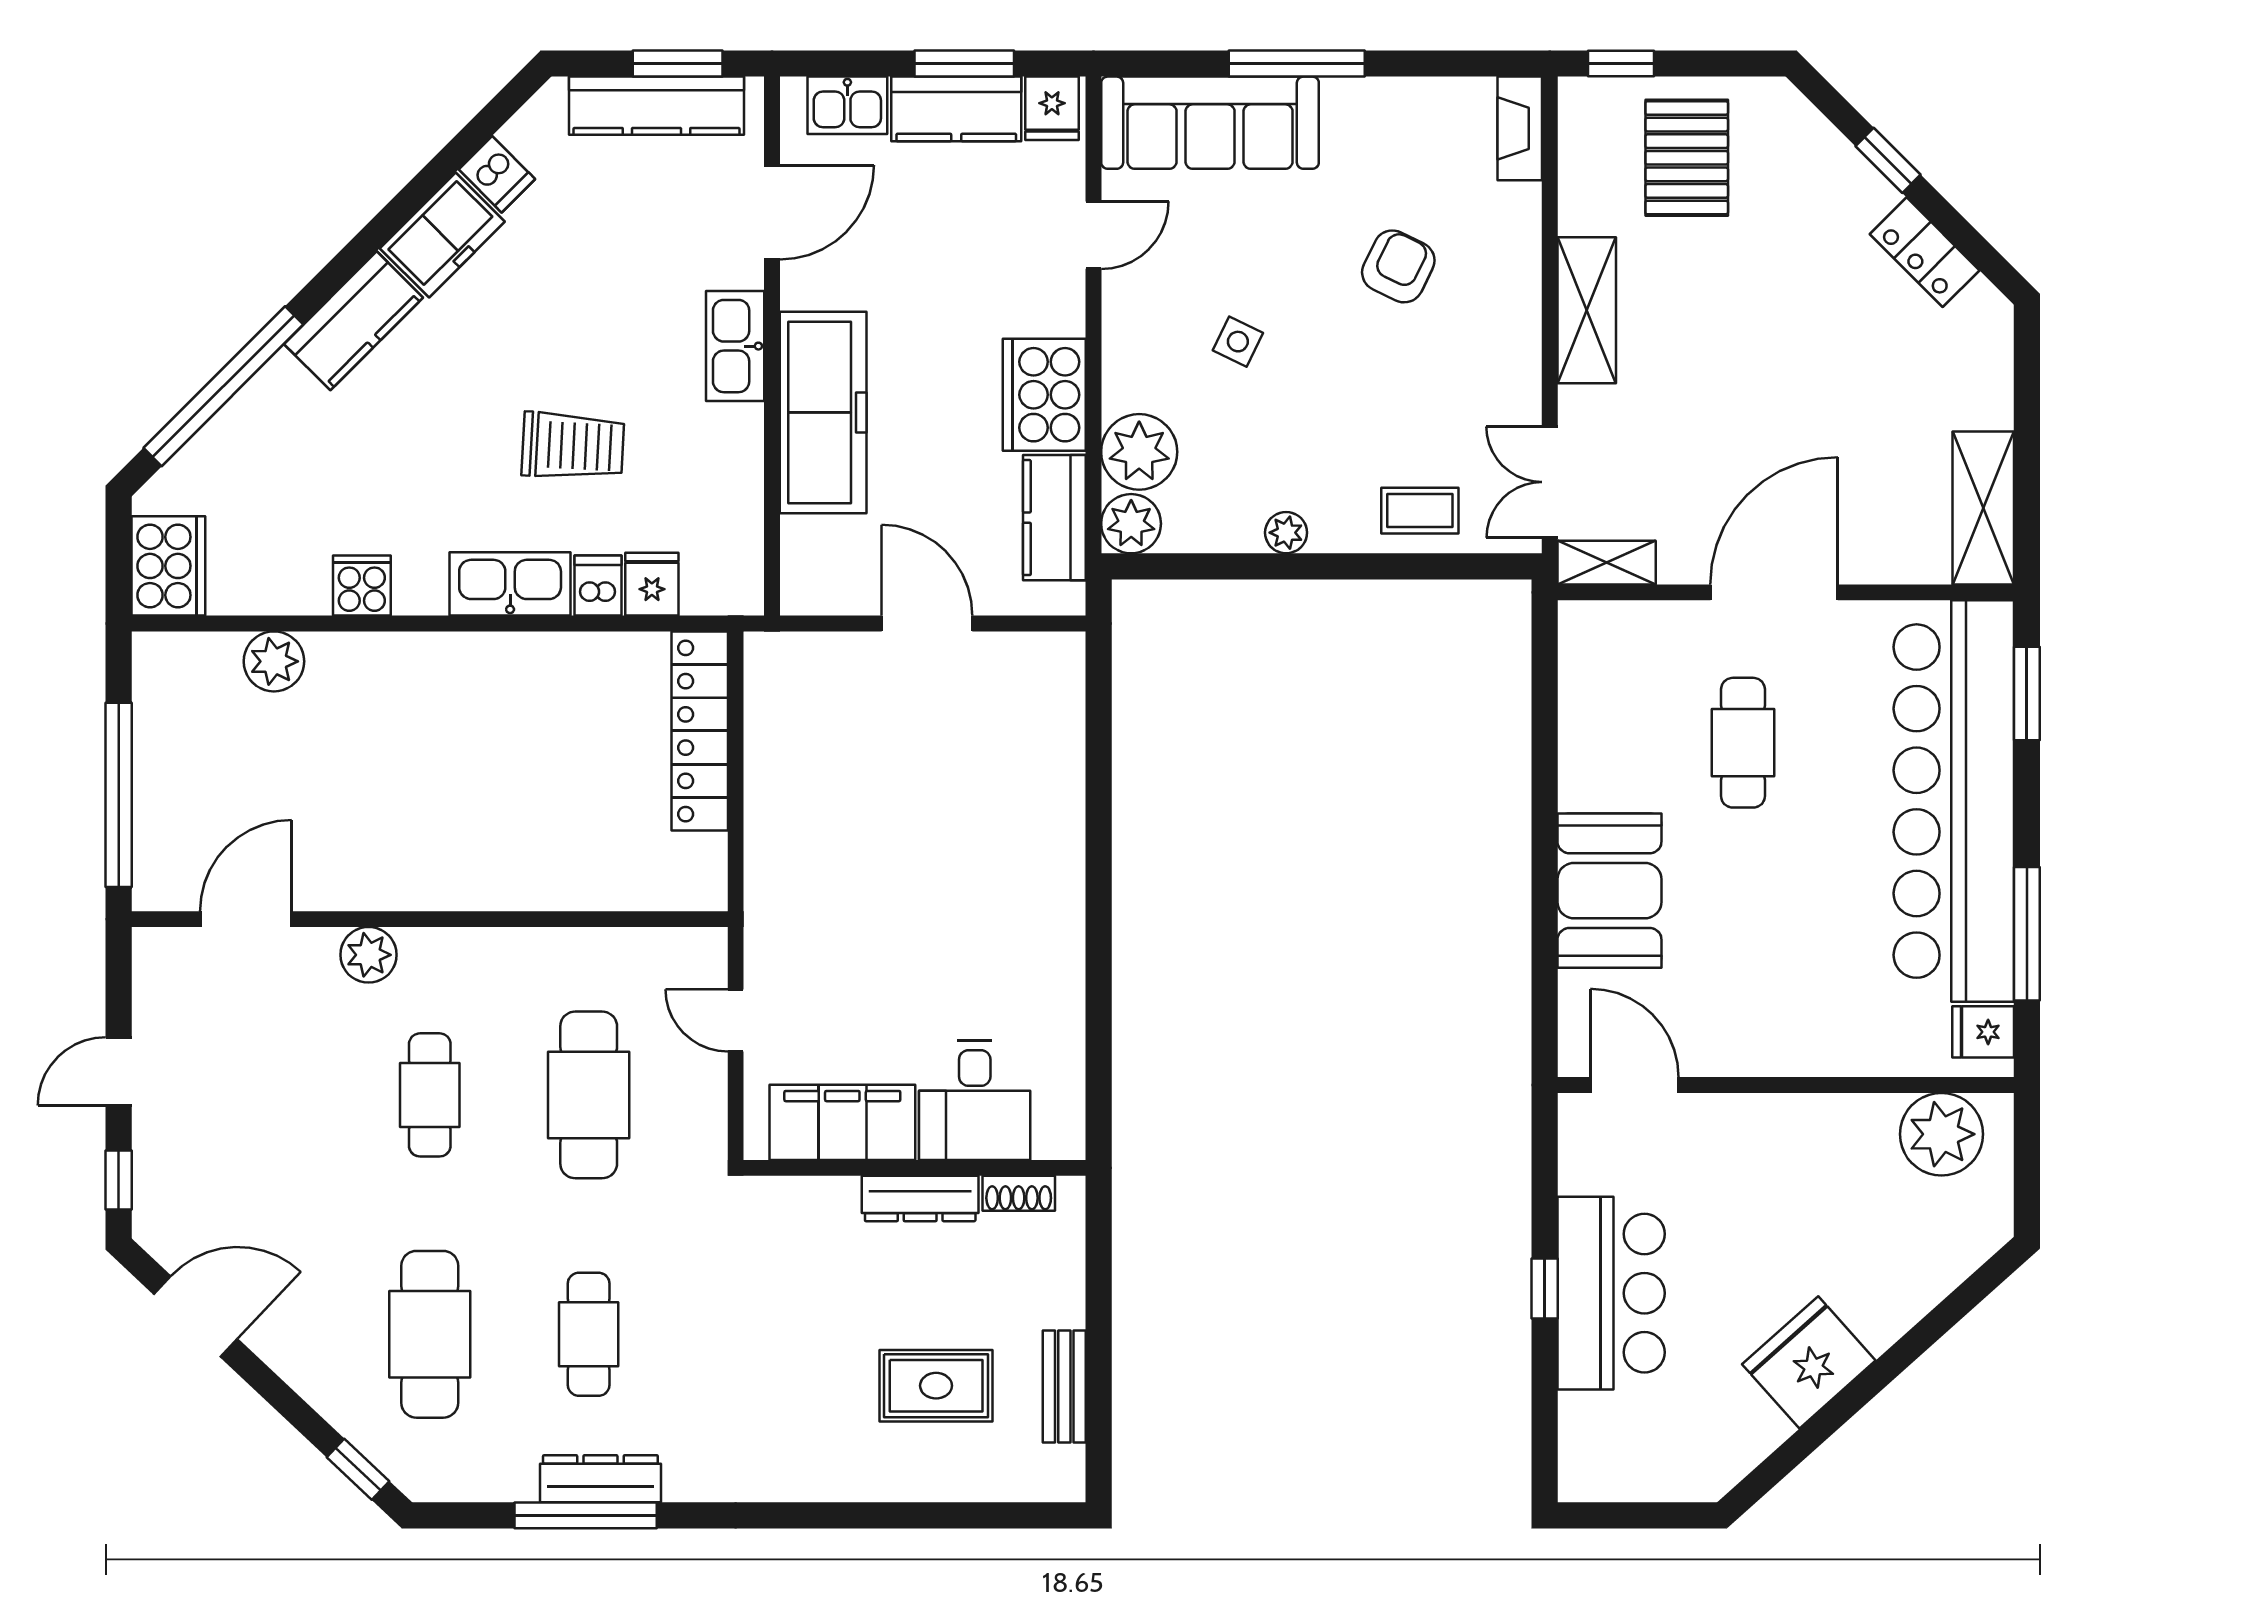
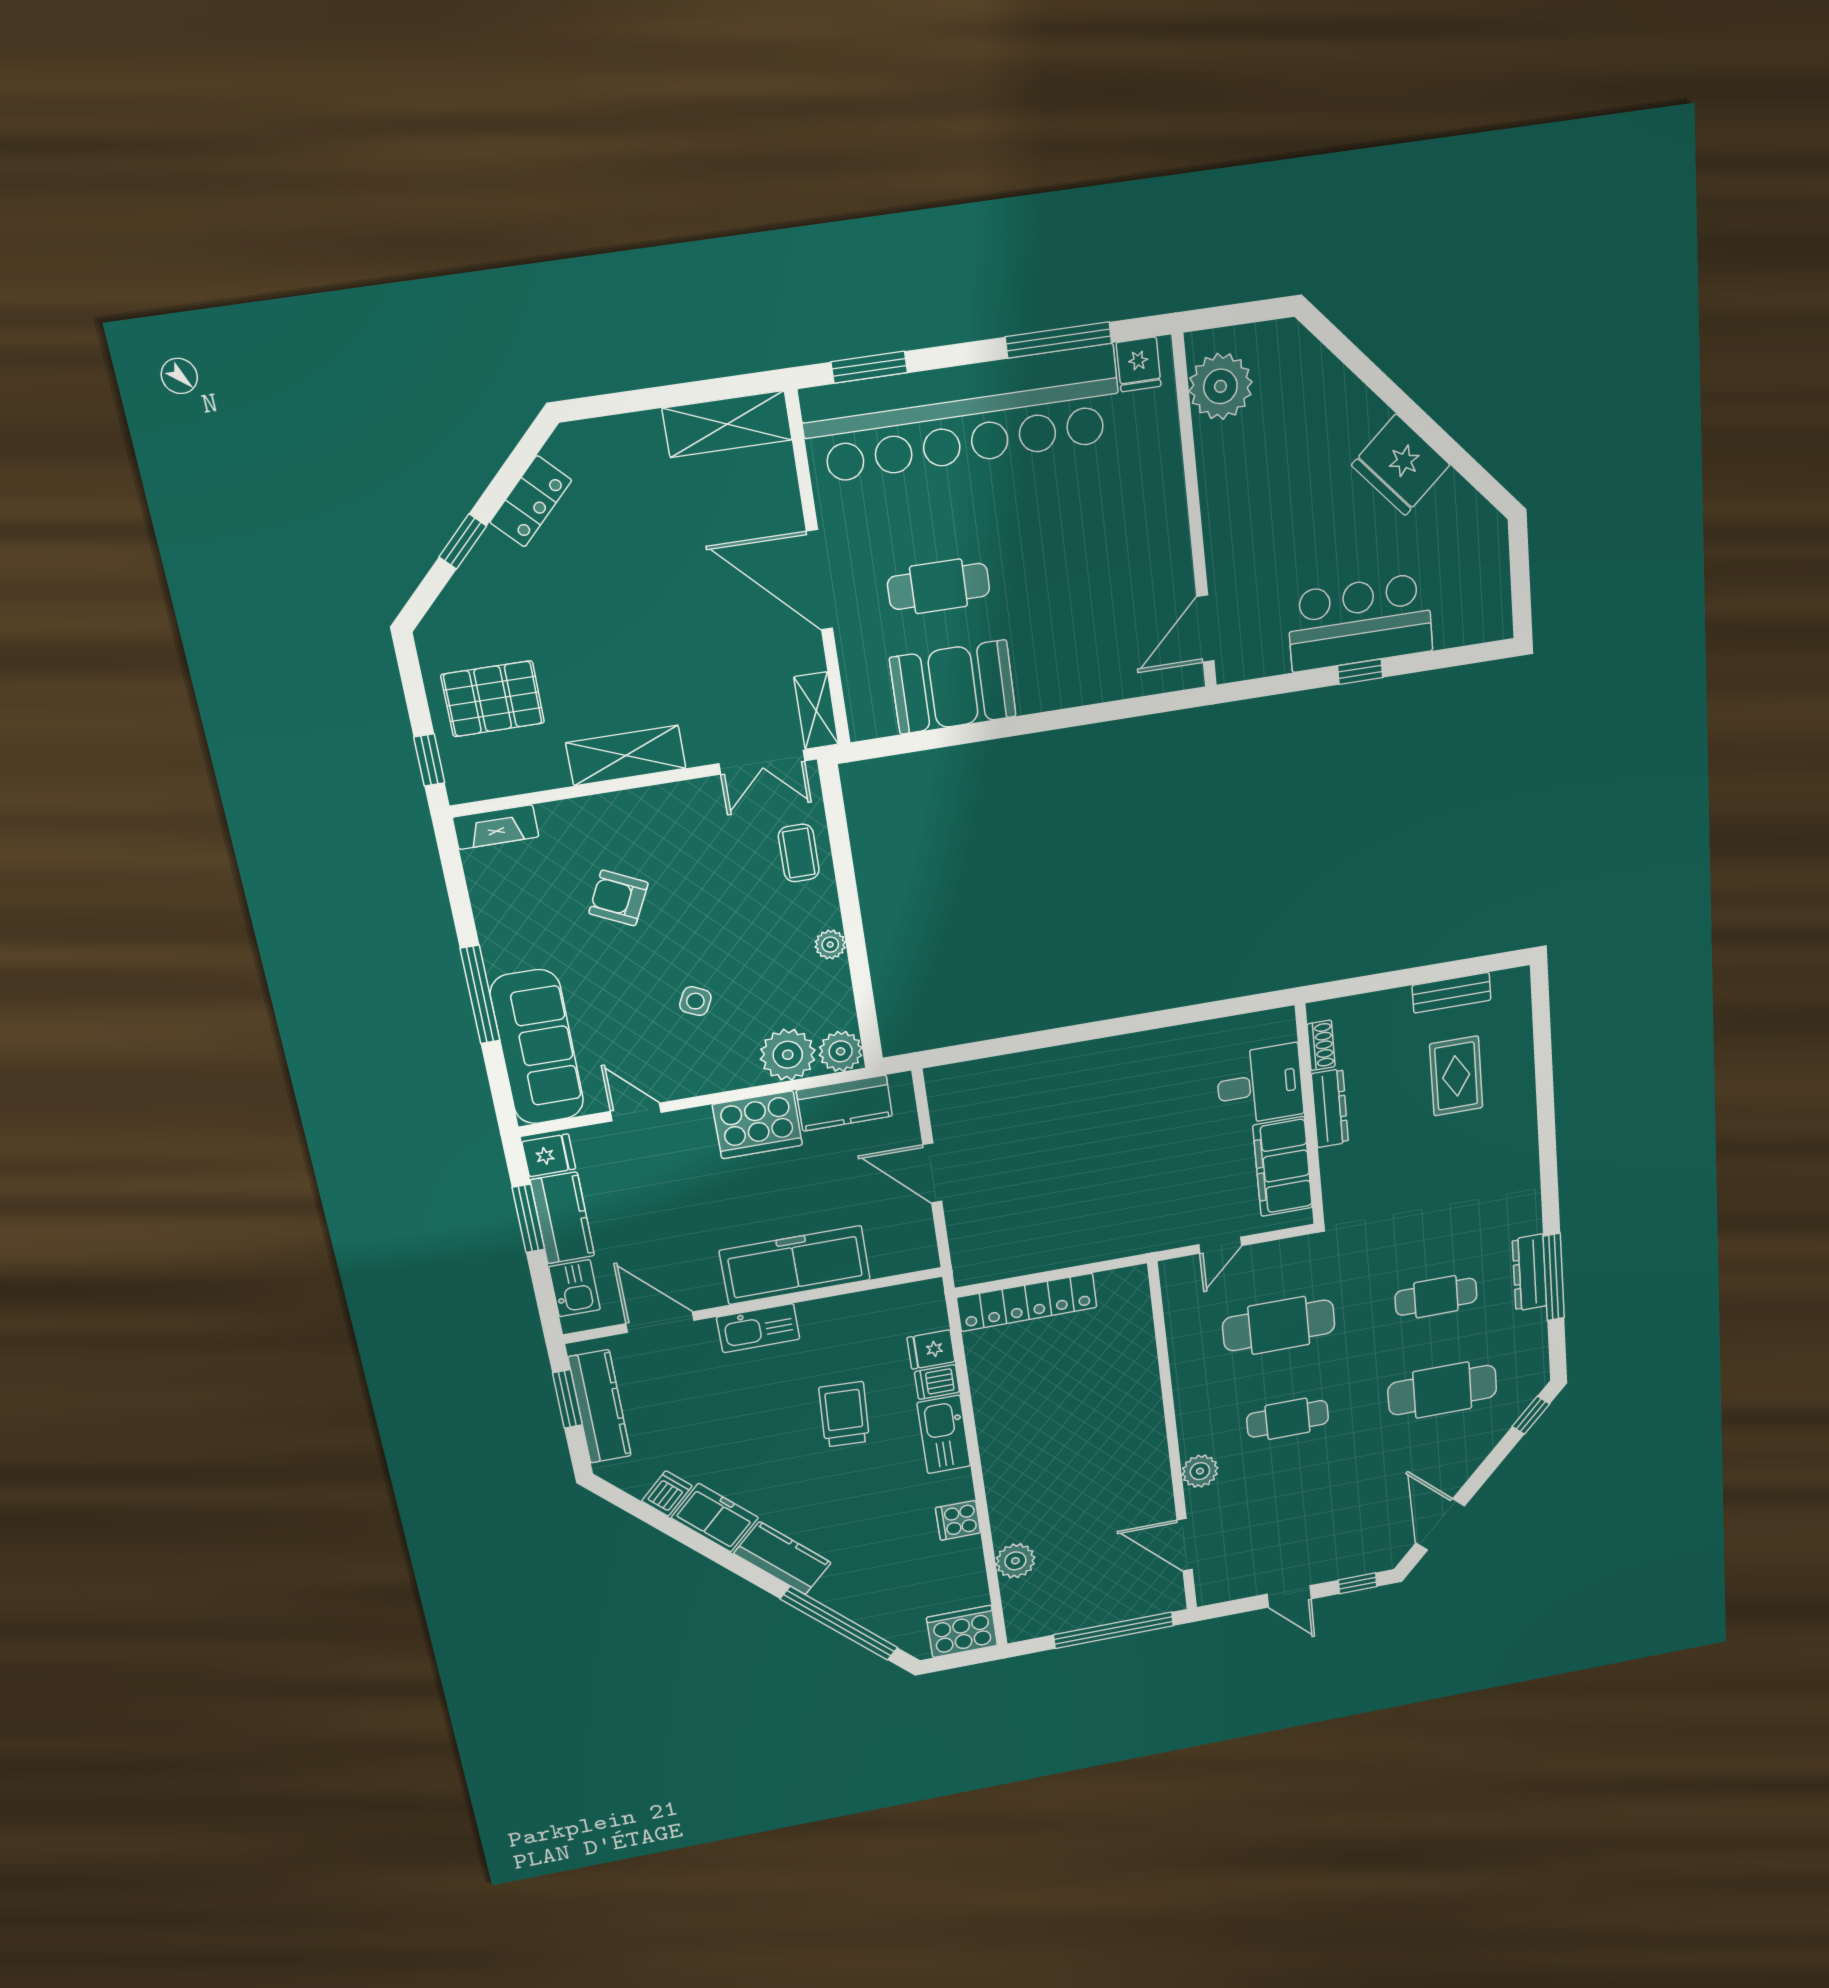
door: (927, 623) -> (932, 1173), hinge flipped
booth: (1609, 891) -> (953, 687), moved

